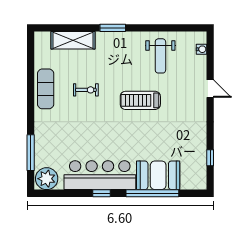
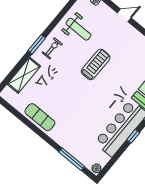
exercise bike: (86, 90) -> (52, 48), moved
treadmill: (140, 100) -> (96, 64), turned 180
plant: (47, 179) -> (96, 168), width x0.53, depth x0.53

